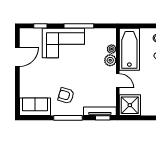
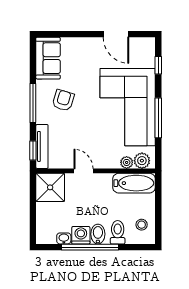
corner sofa: (63, 43) -> (128, 107), width x1.36, depth x1.36
bathtub: (129, 49) -> (134, 183), width x0.73, depth x0.73
plant: (110, 60) -> (142, 161), moved
door: (118, 81) -> (83, 171), swing flipped

